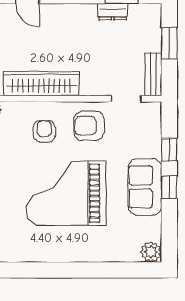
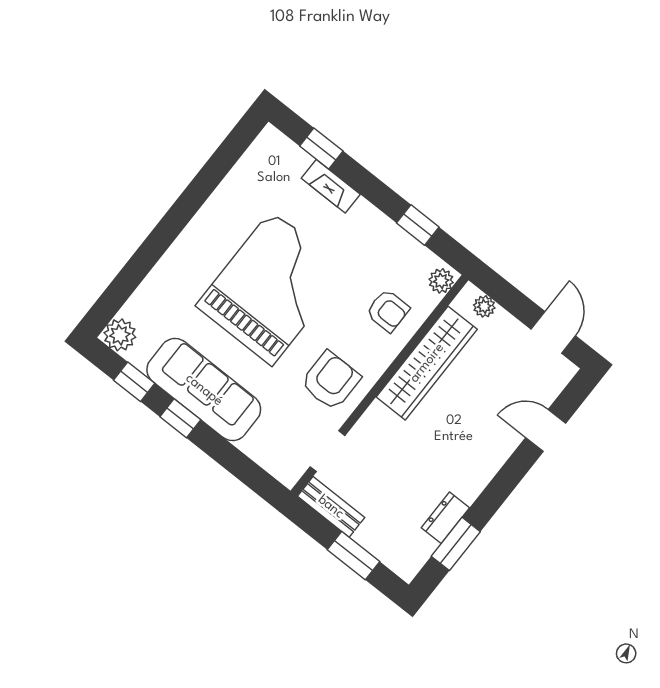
armchair: (44, 131) -> (388, 311), moved
window: (169, 150) -> (134, 382), moved
sofa: (145, 187) -> (204, 390), width x1.36

